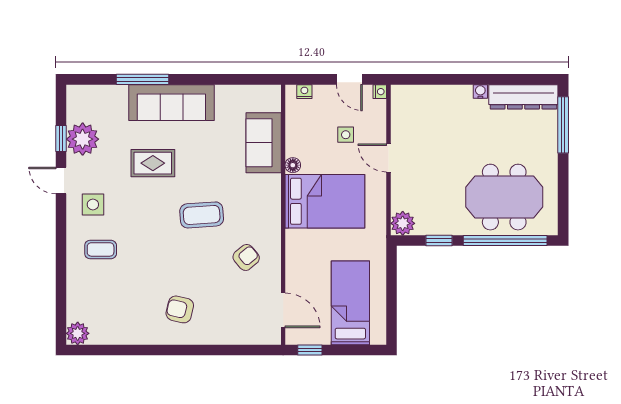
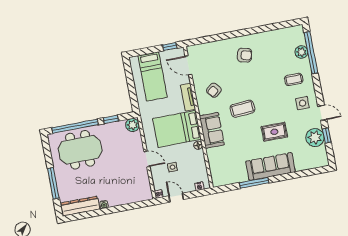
window: (143, 79) -> (254, 183), moved
window: (563, 125) -> (53, 183), moved
sofa: (264, 143) -> (212, 130), moved
tv unit: (294, 254) -> (188, 97), added
window: (61, 291) -> (311, 53), added
plant: (78, 333) -> (301, 52), moved

